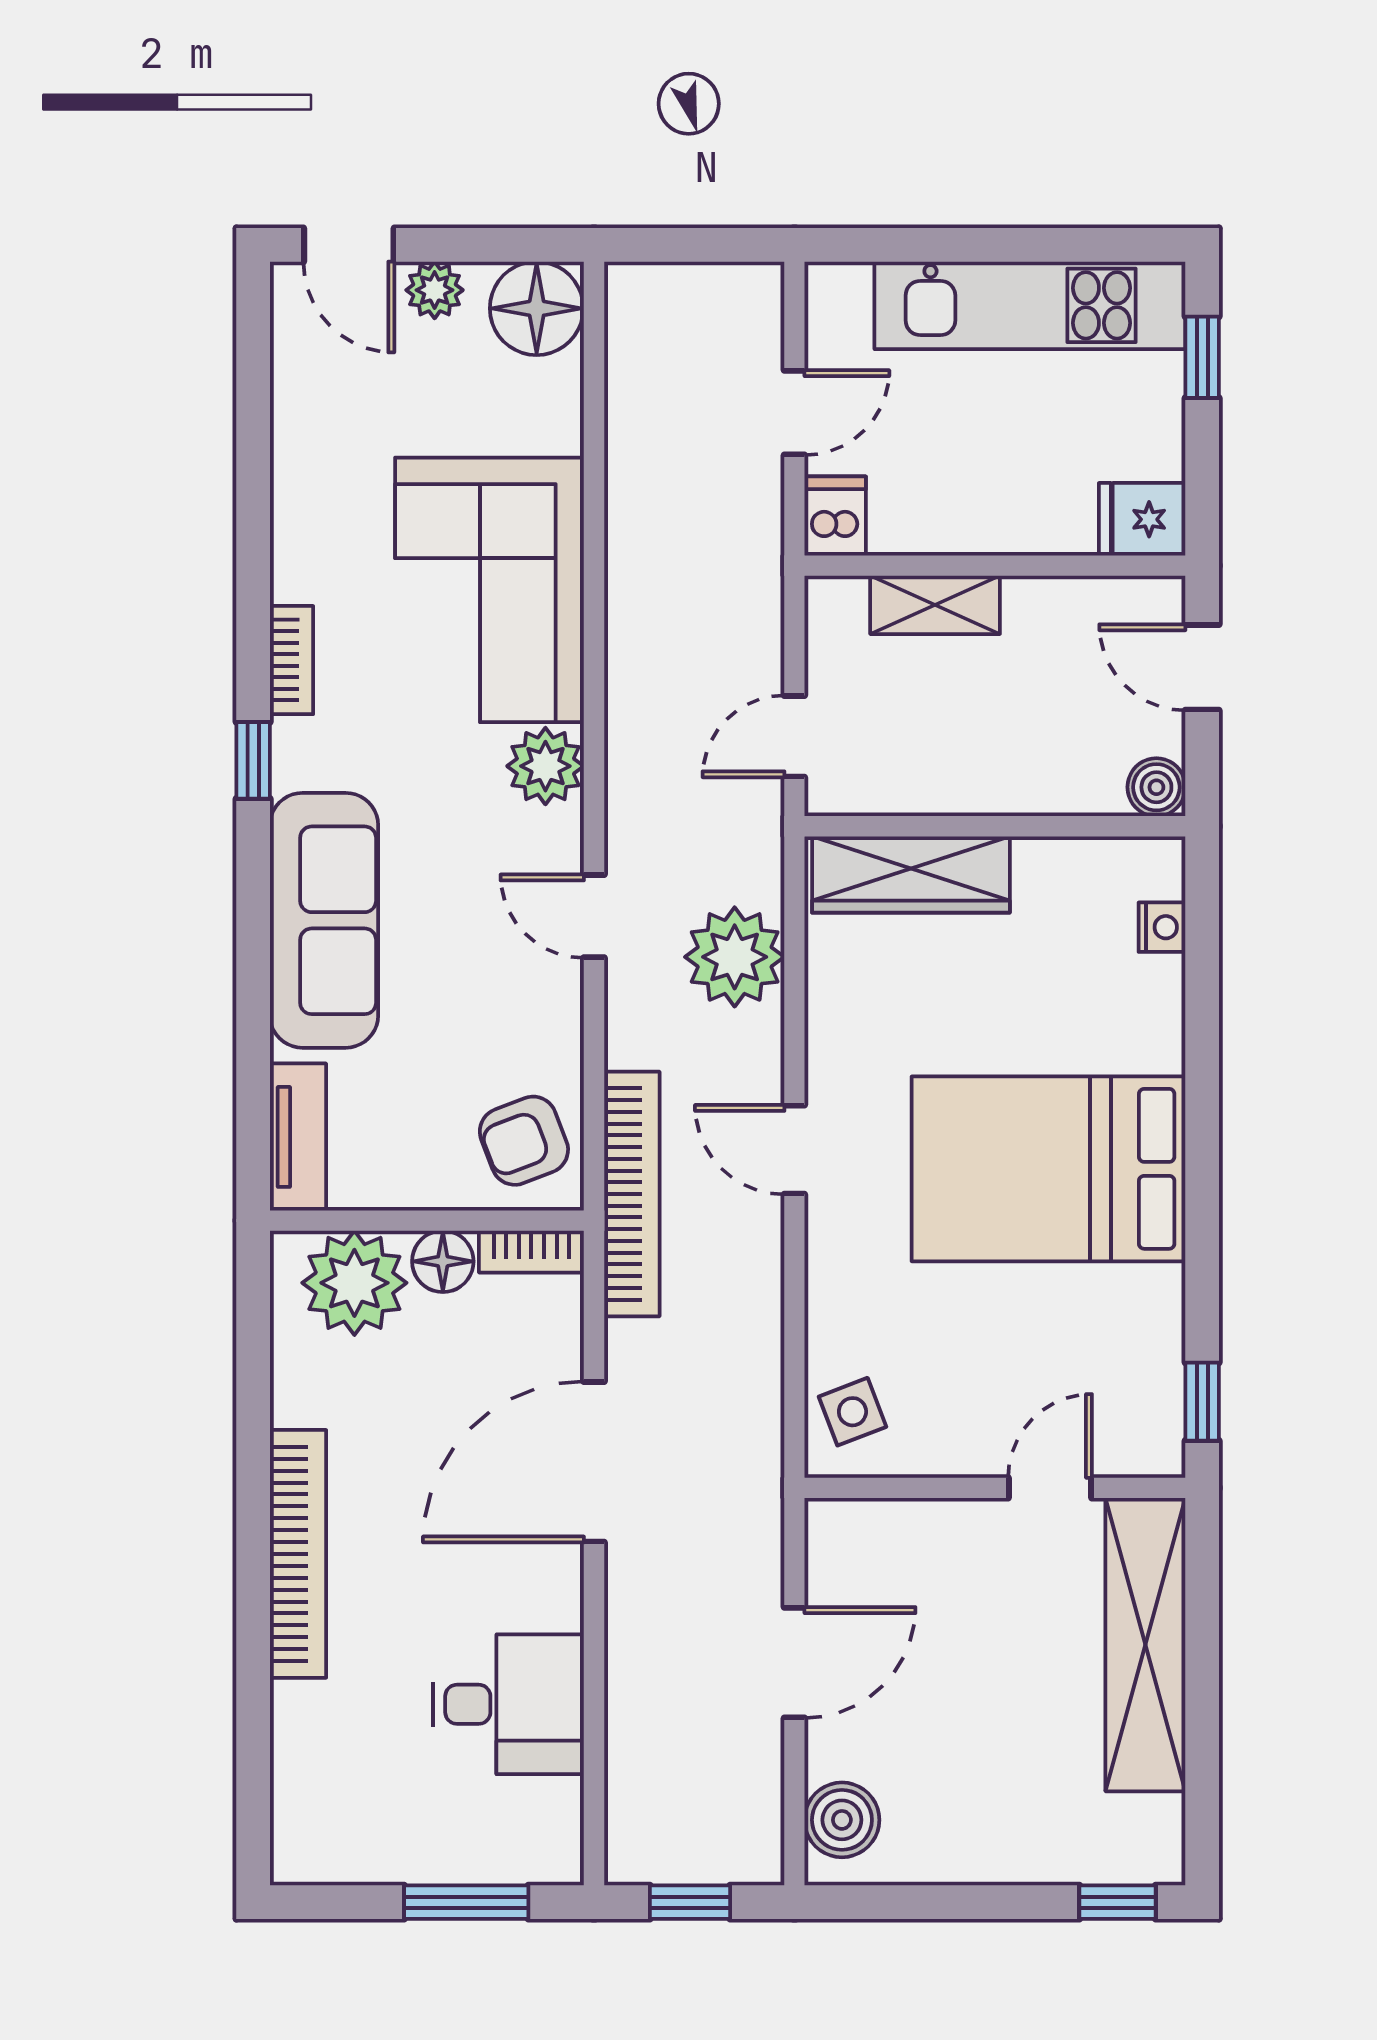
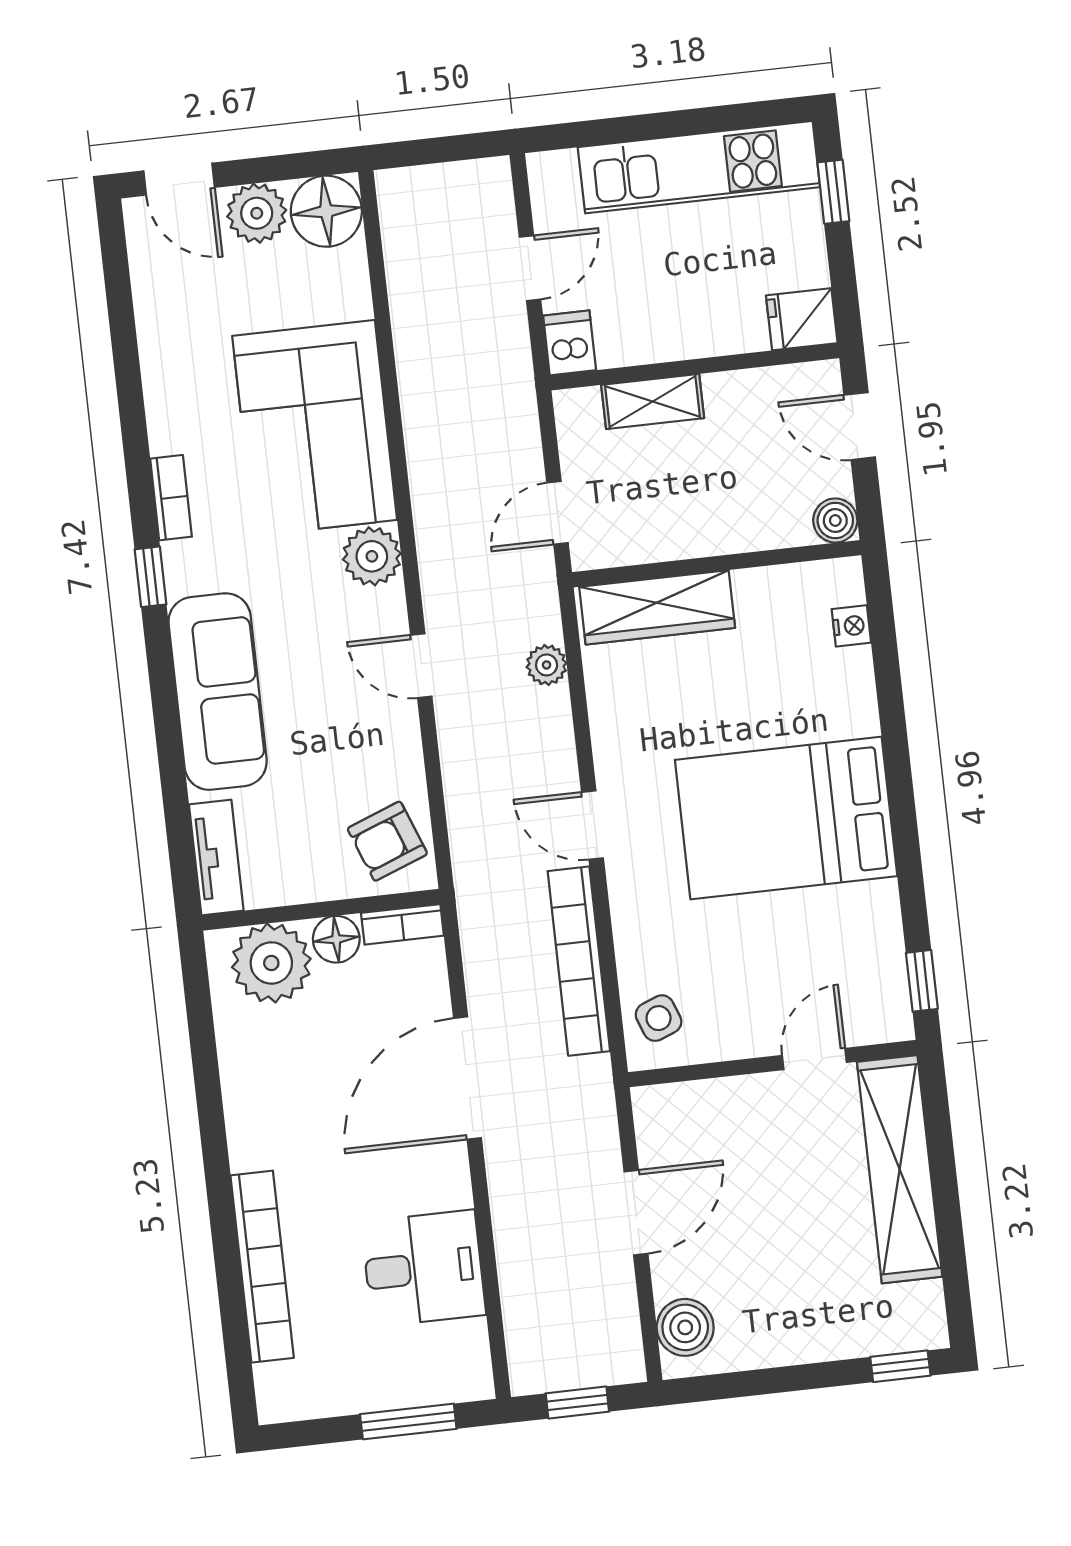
plant: (435, 290) -> (257, 213), width x1.38, depth x1.38
plant: (735, 957) -> (547, 665), width x0.53, depth x0.53
bookcase: (632, 1194) -> (579, 961), moved, turned 180
bookcase: (298, 1554) -> (262, 1267), moved

